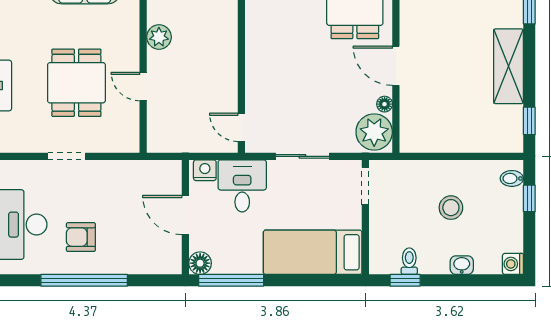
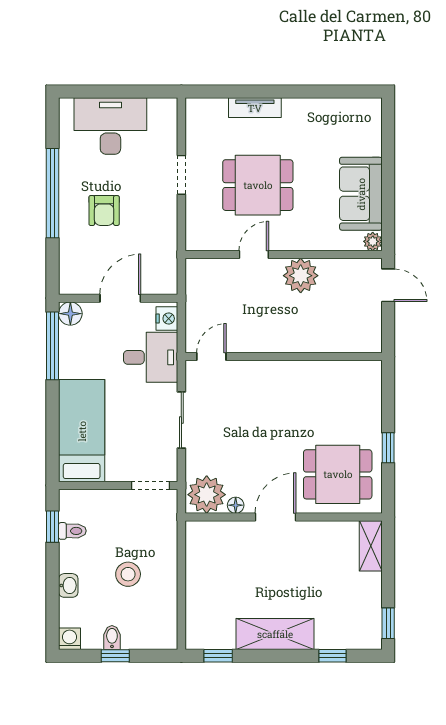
plant: (159, 37) -> (301, 276), width x1.36, depth x1.36
bidet: (512, 178) -> (112, 638), moved
window: (529, 198) -> (115, 656), moved
armchair: (81, 237) -> (104, 211), moved, turned 180

